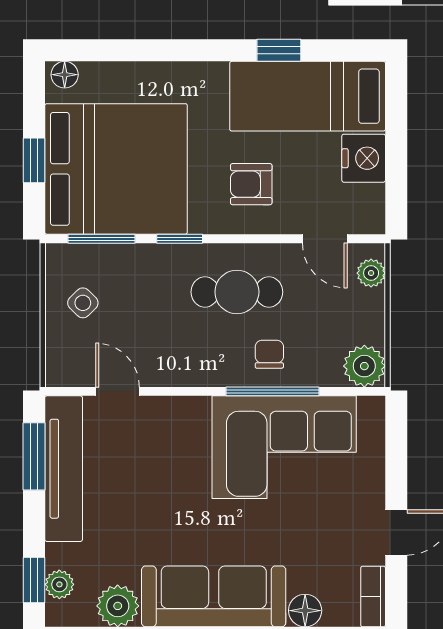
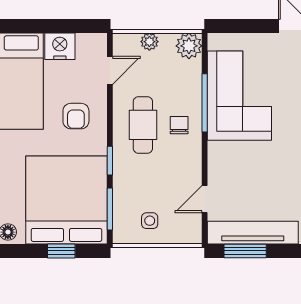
plant: (371, 273) -> (149, 42), moved
side table: (83, 303) -> (150, 221), turned 45
chair: (269, 354) -> (179, 125), moved, turned 90

